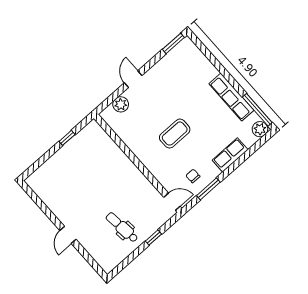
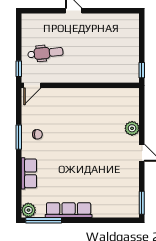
coffee table: (175, 134) -> (78, 148), removed
wall: (138, 163) -> (80, 85), moved
door: (172, 202) -> (32, 85), moved

